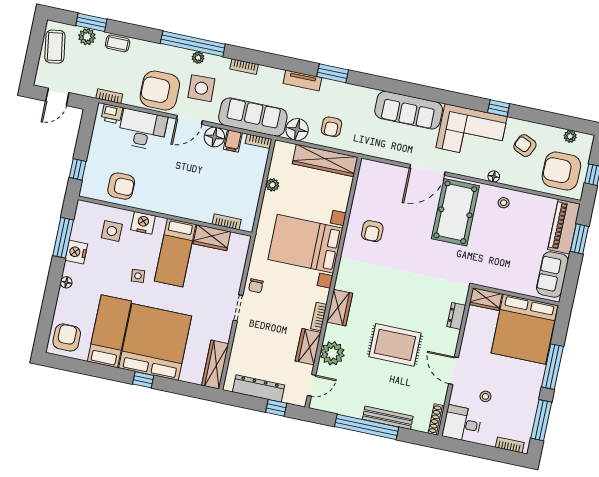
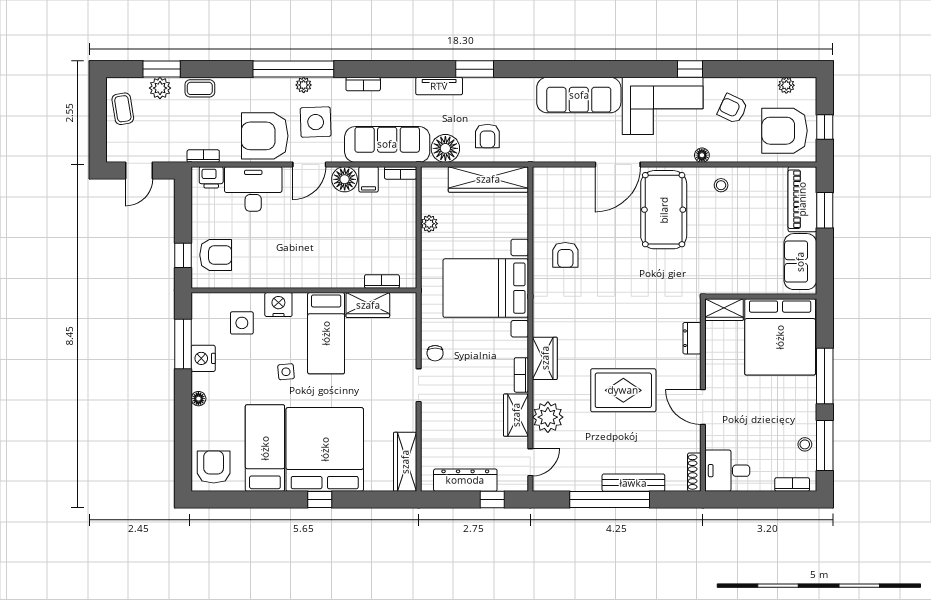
coffee table: (55, 47) -> (123, 109), width x0.73, depth x0.77
armchair: (121, 186) -> (216, 255), moved
stool: (485, 396) -> (805, 444), moved

